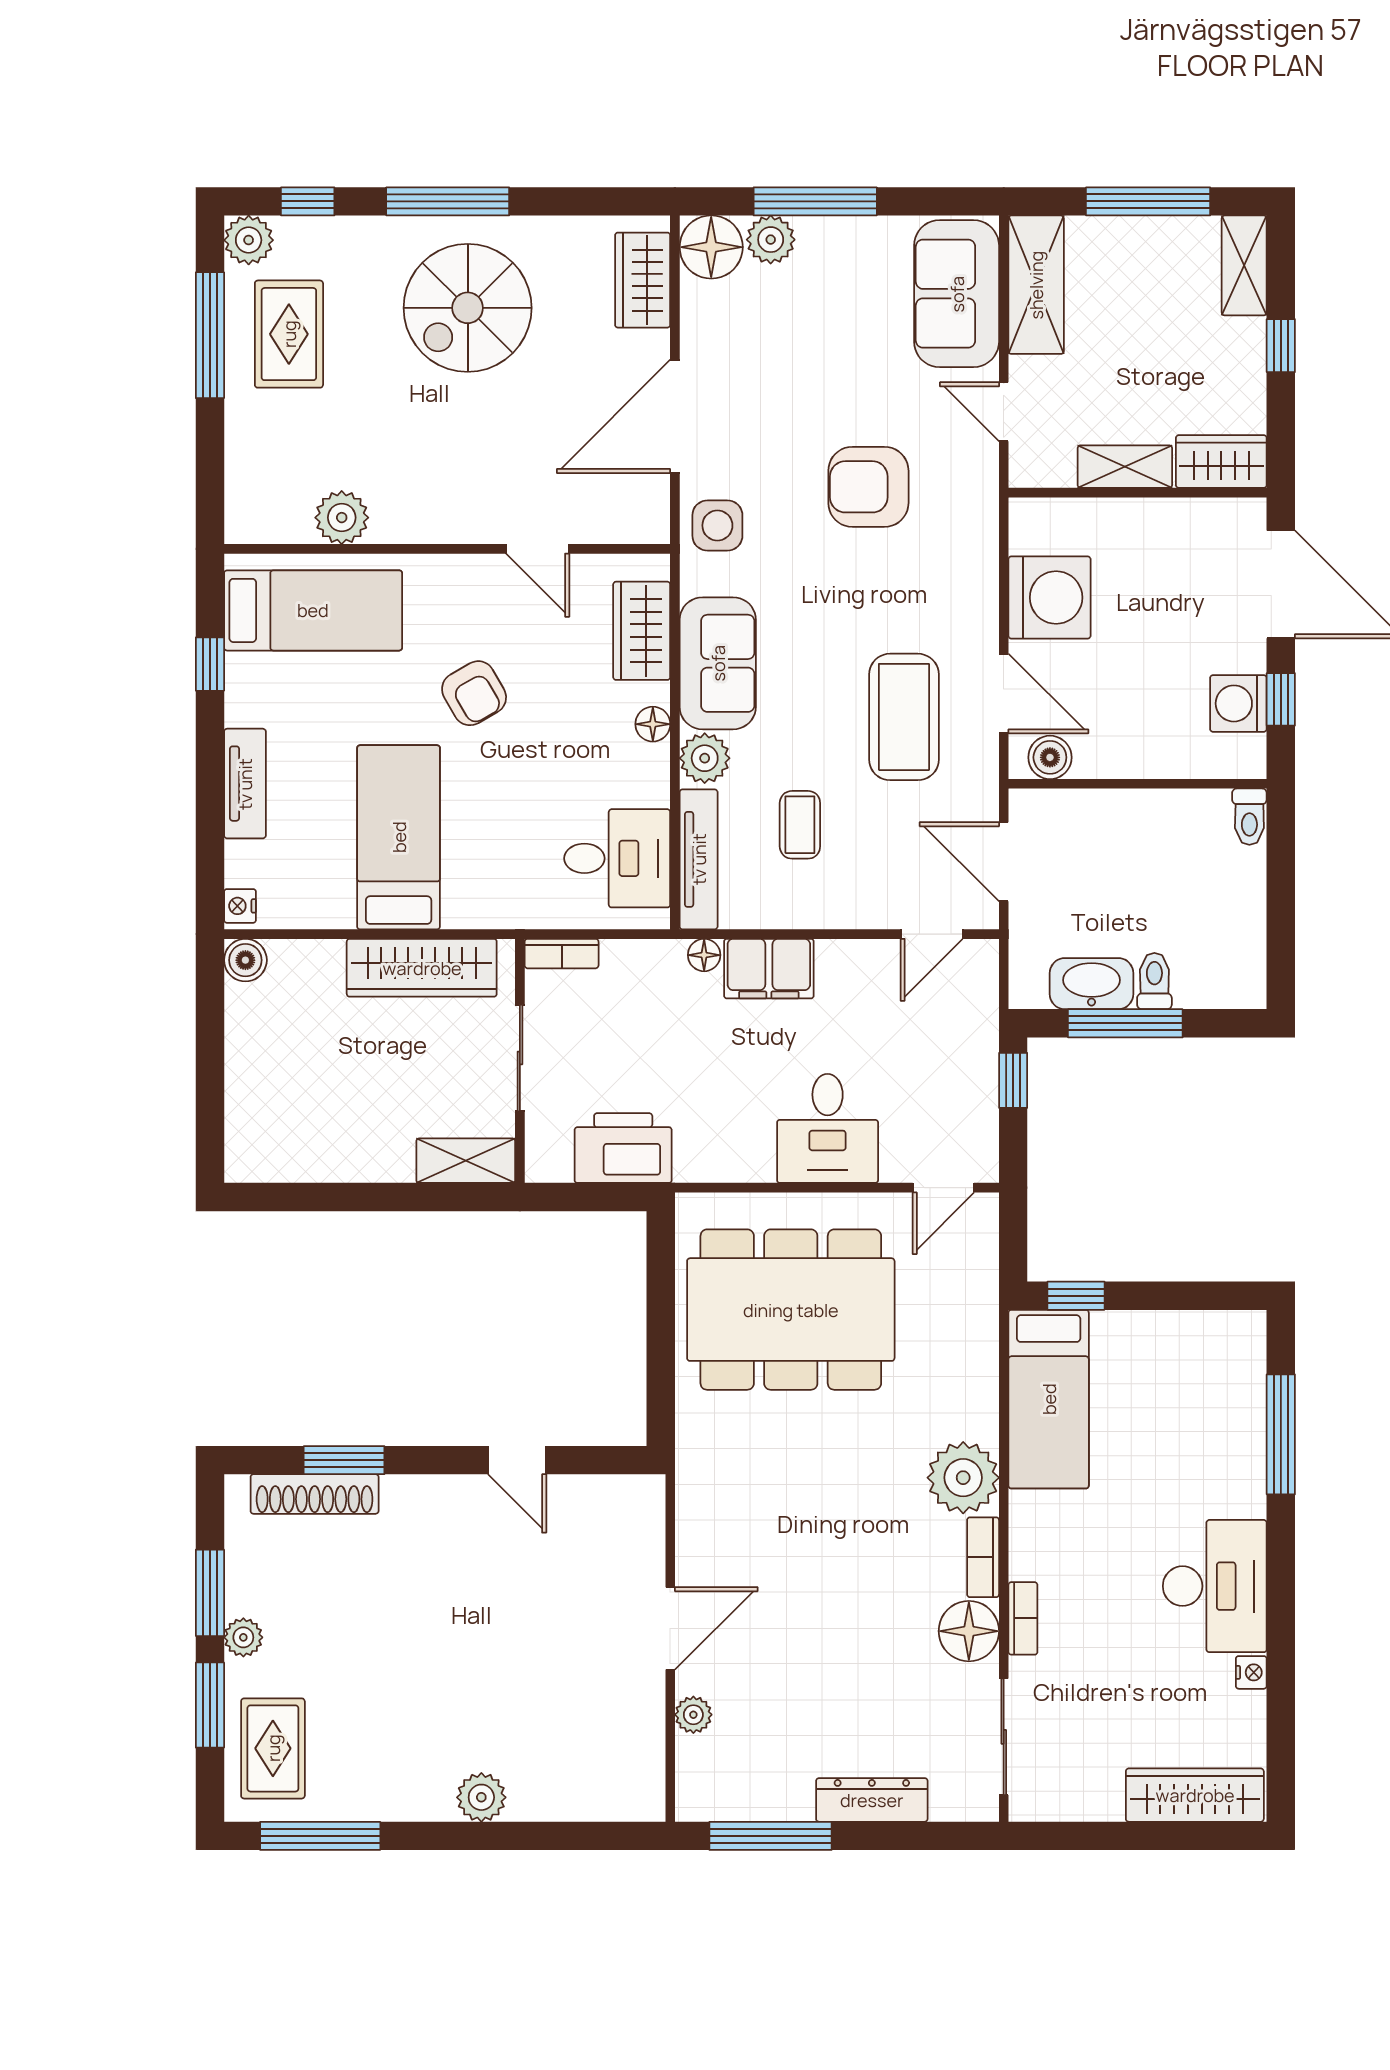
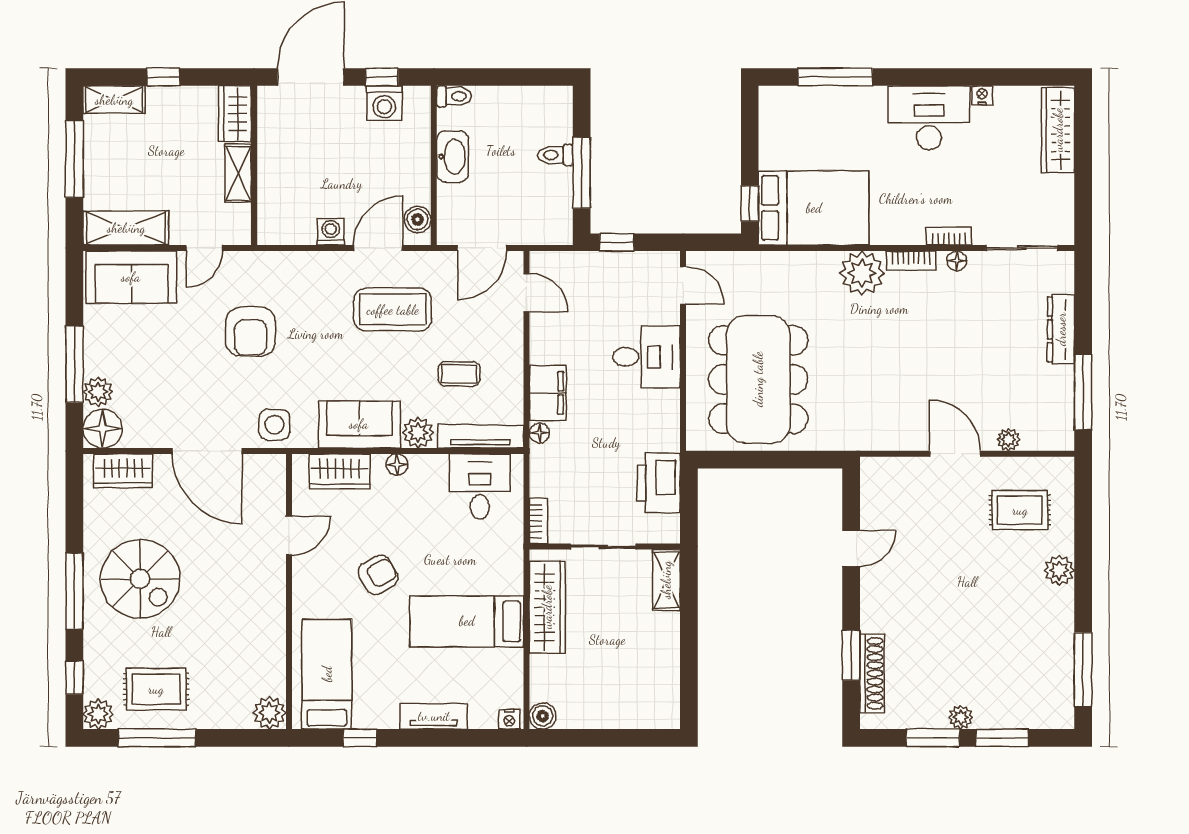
plant: (342, 518) -> (270, 713), moved
washing machine: (1049, 598) -> (331, 232), width x0.53, depth x0.53
washbasin: (1092, 984) -> (453, 157), moved, turned 180
bed: (1049, 1399) -> (814, 208), width x1.50
floor lamp: (969, 1631) -> (957, 261), width x0.53, depth x0.53
rug: (273, 1748) -> (1020, 510), moved

